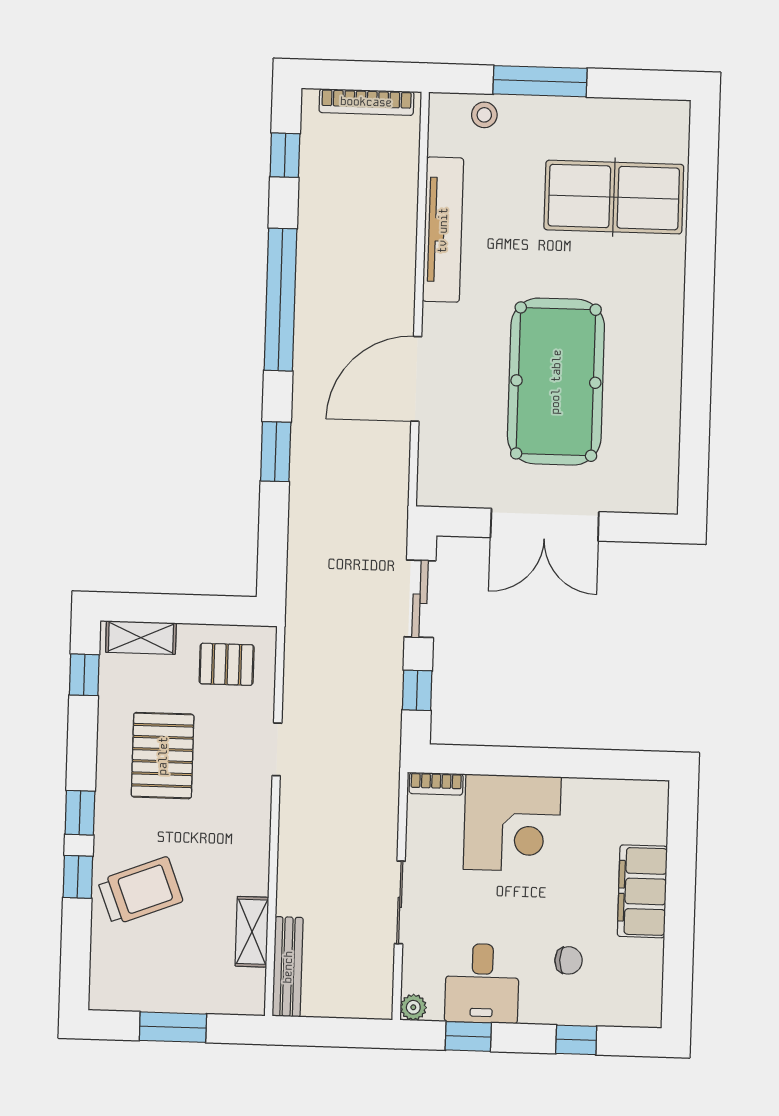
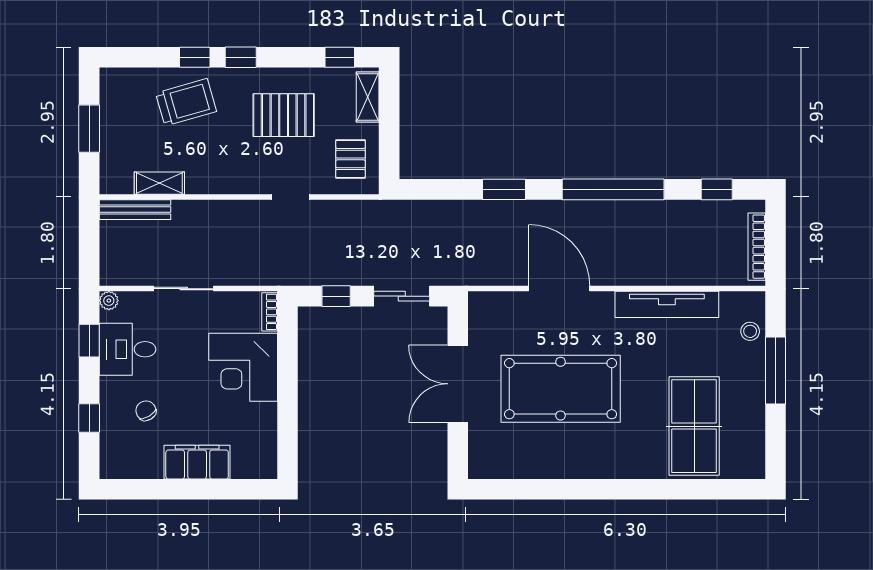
trolley: (140, 891) -> (186, 102), turned -85
chair: (568, 960) -> (146, 411), turned 150

